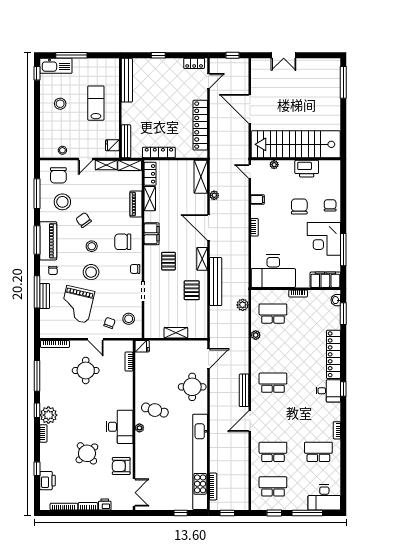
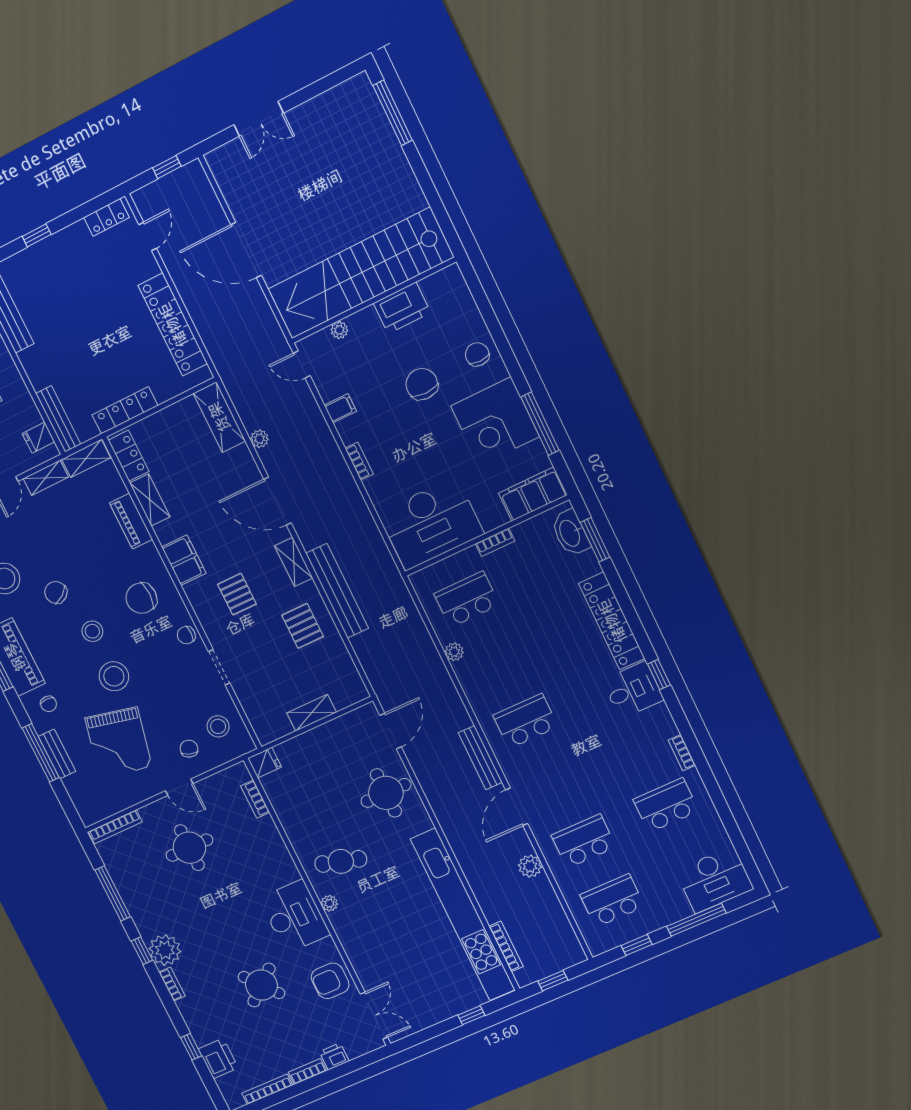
washbasin: (336, 300) -> (570, 533), width x1.91, depth x1.45
plant: (243, 305) -> (530, 866), moved

